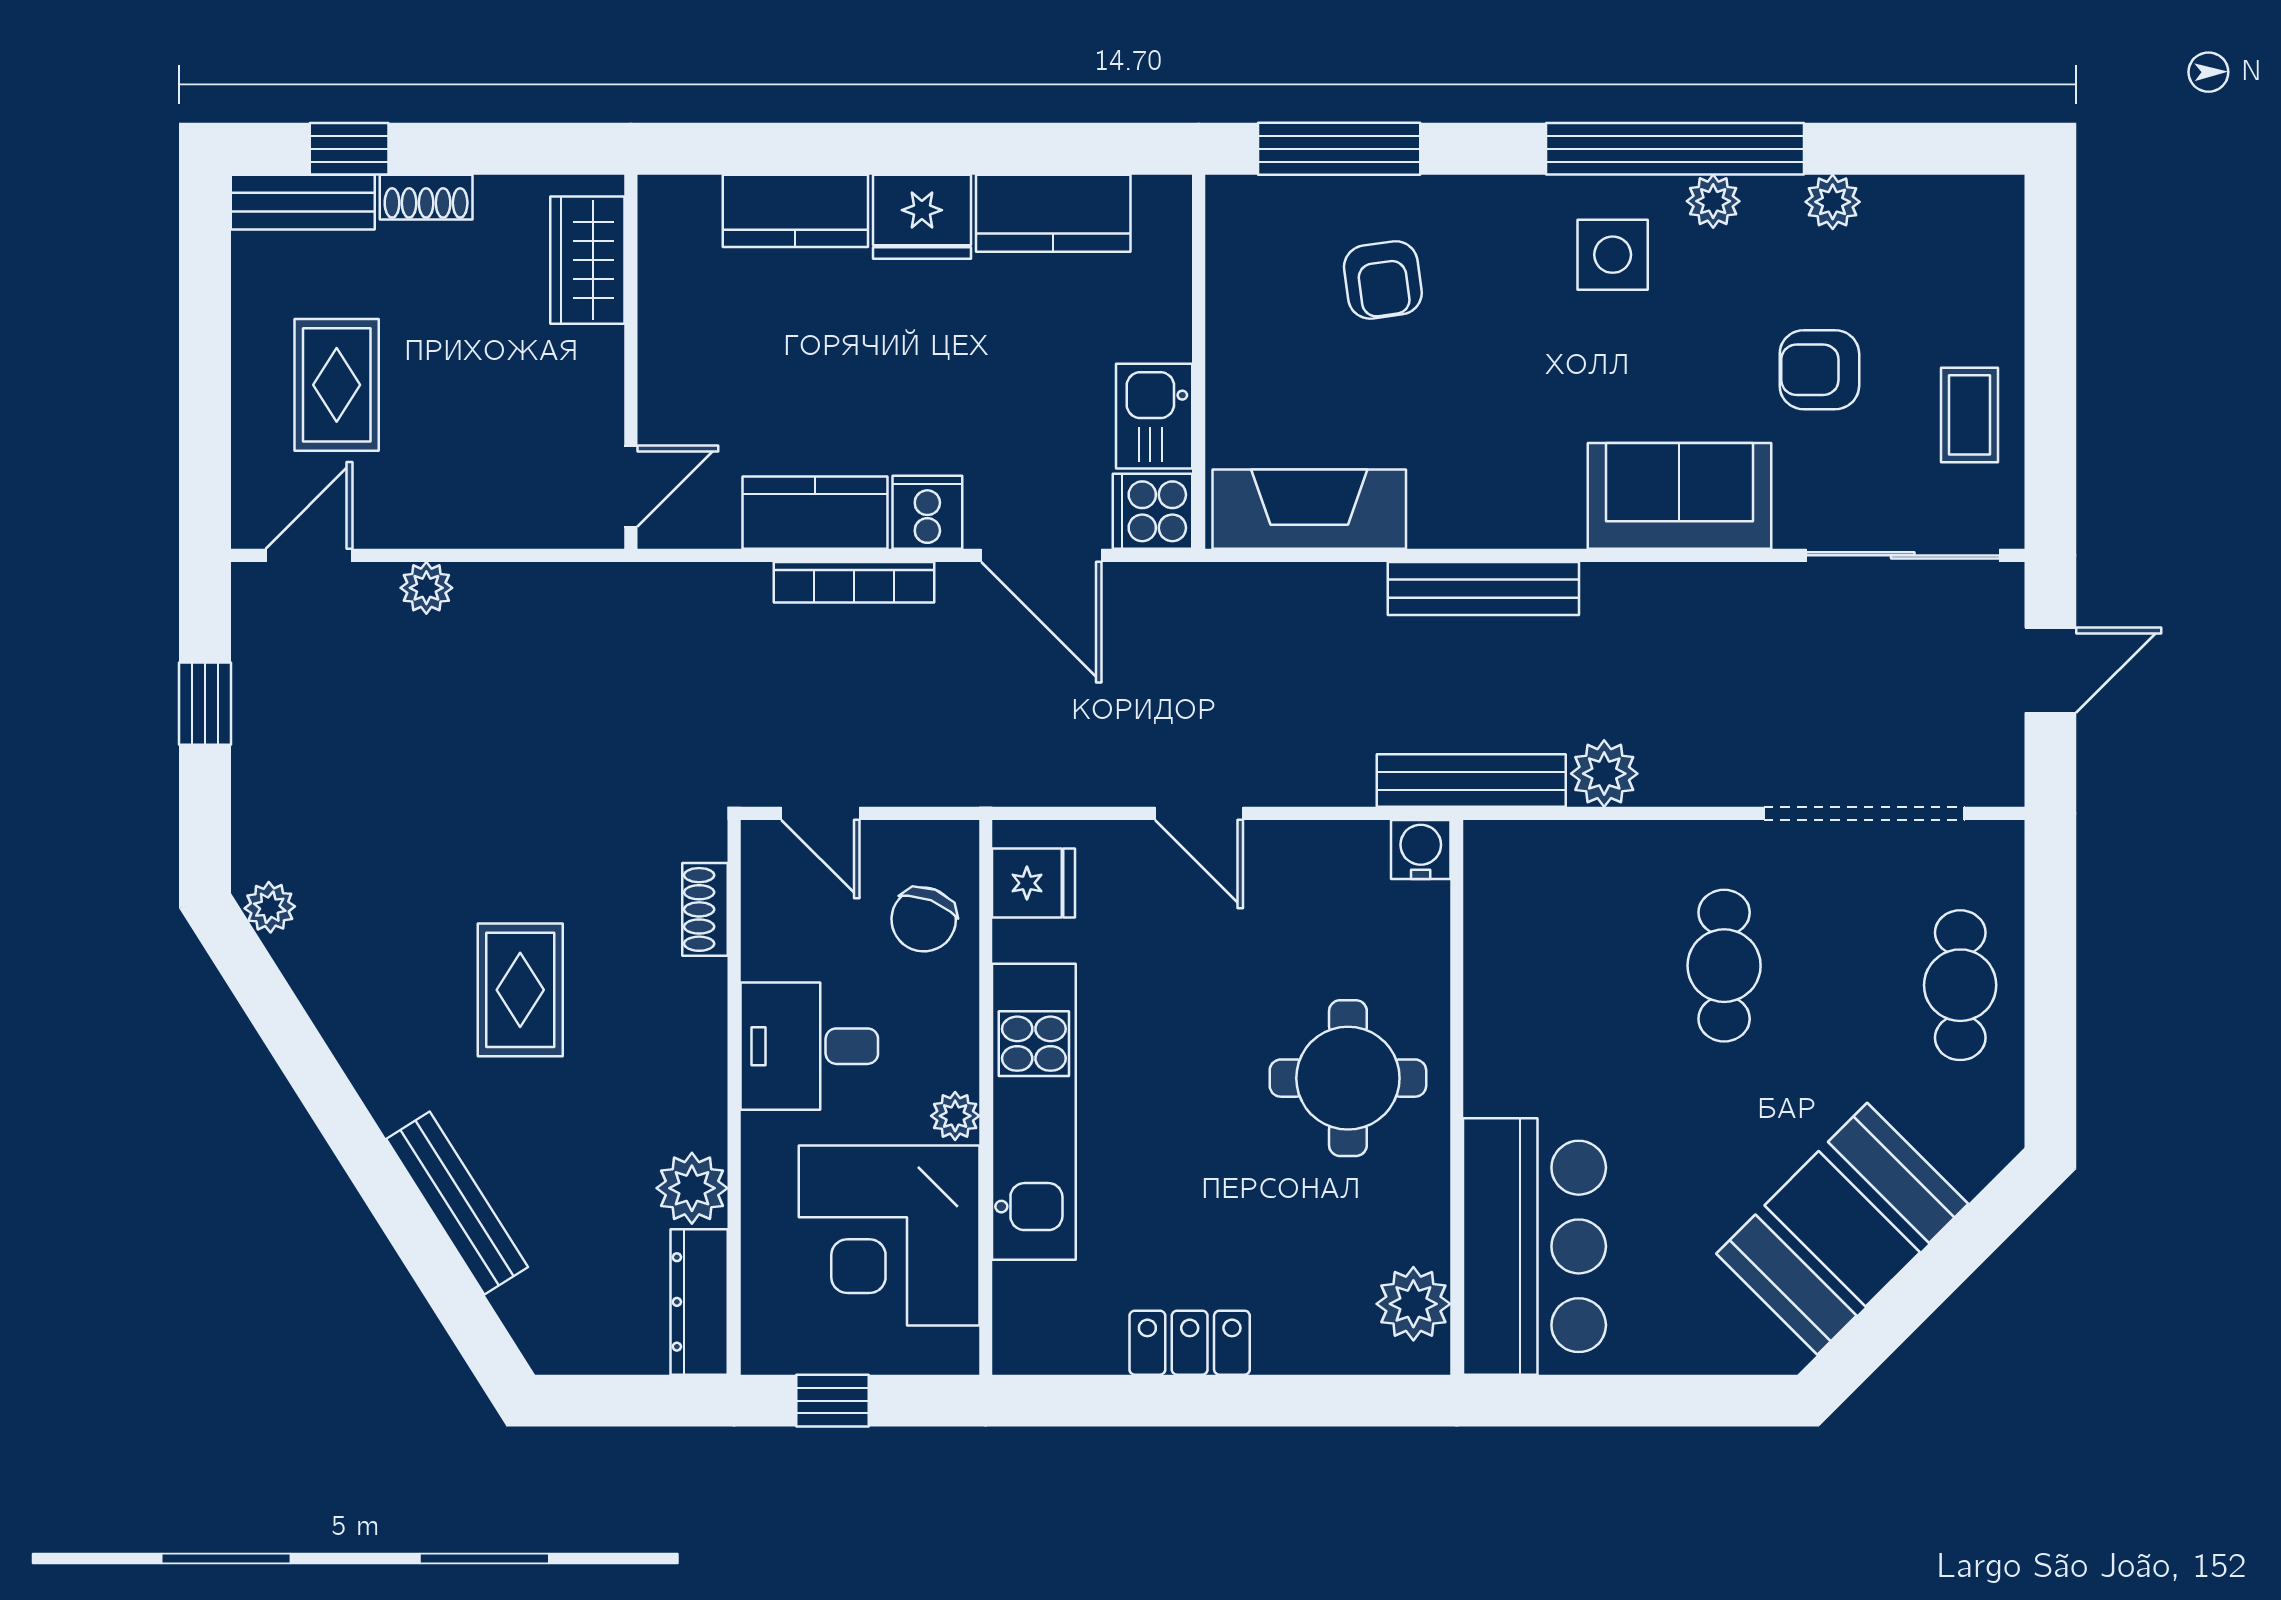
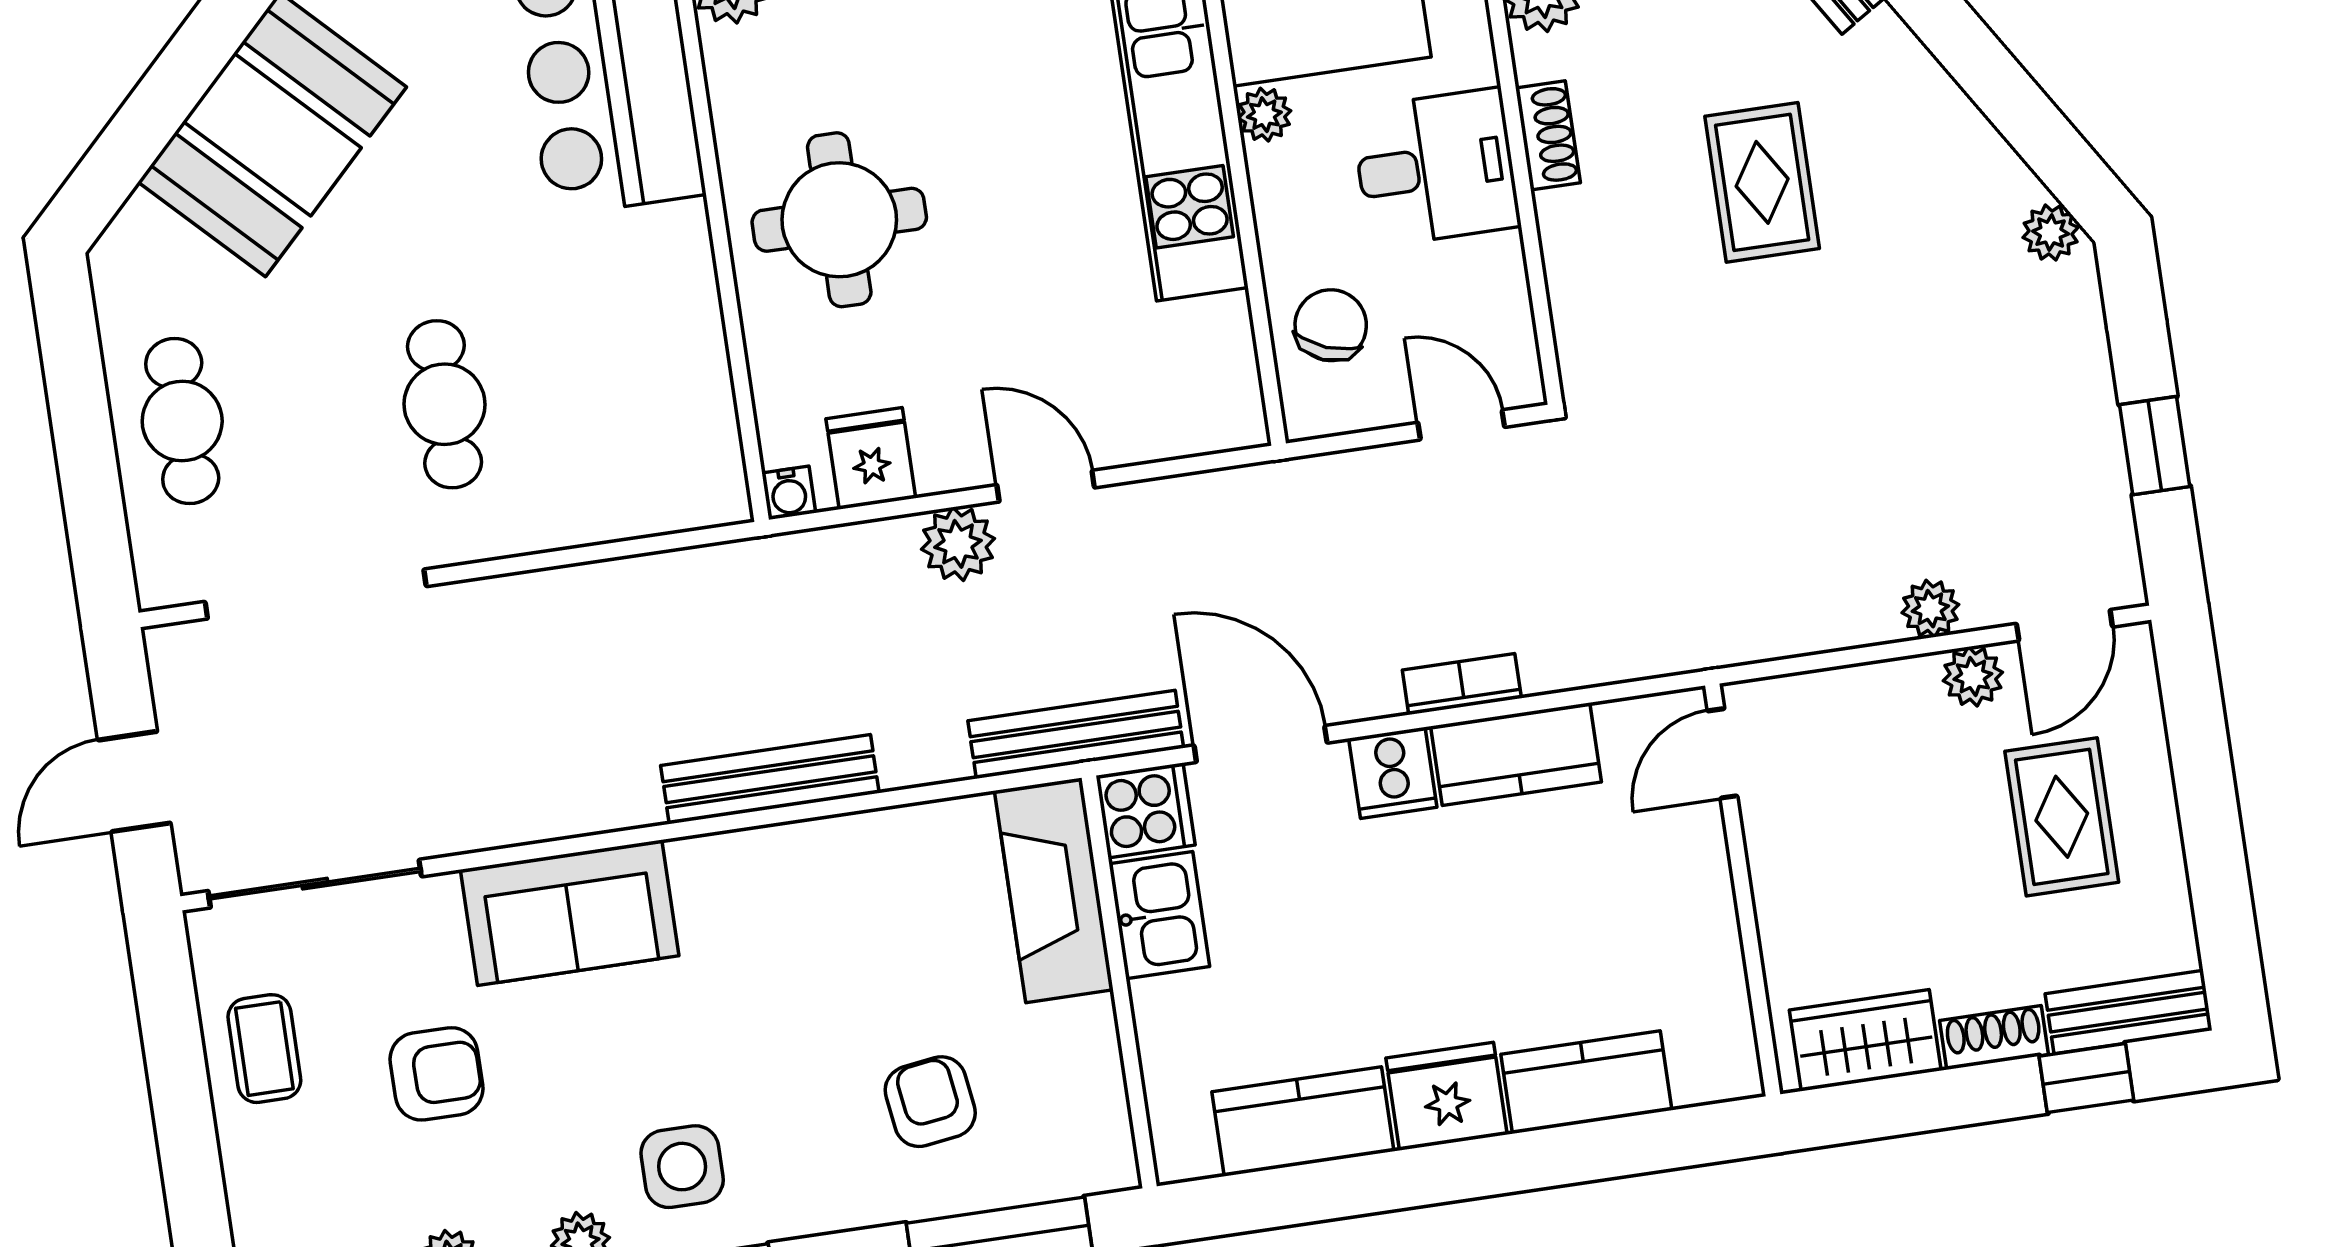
wardrobe: (587, 260) -> (1865, 1040), moved, turned -90
fireplace: (1309, 509) -> (1054, 890), moved, turned 90
plant: (397, 522) -> (1973, 676), added
bookcase: (854, 582) -> (1462, 684), width x0.64
plant: (1604, 774) -> (958, 544), moved
bench: (1471, 781) -> (1076, 734), moved
water cooler: (1421, 849) -> (789, 493), width x0.72, depth x0.72
fridge: (1034, 883) -> (871, 458), moved, turned 90
shoe rack: (705, 909) -> (1548, 135), moved

